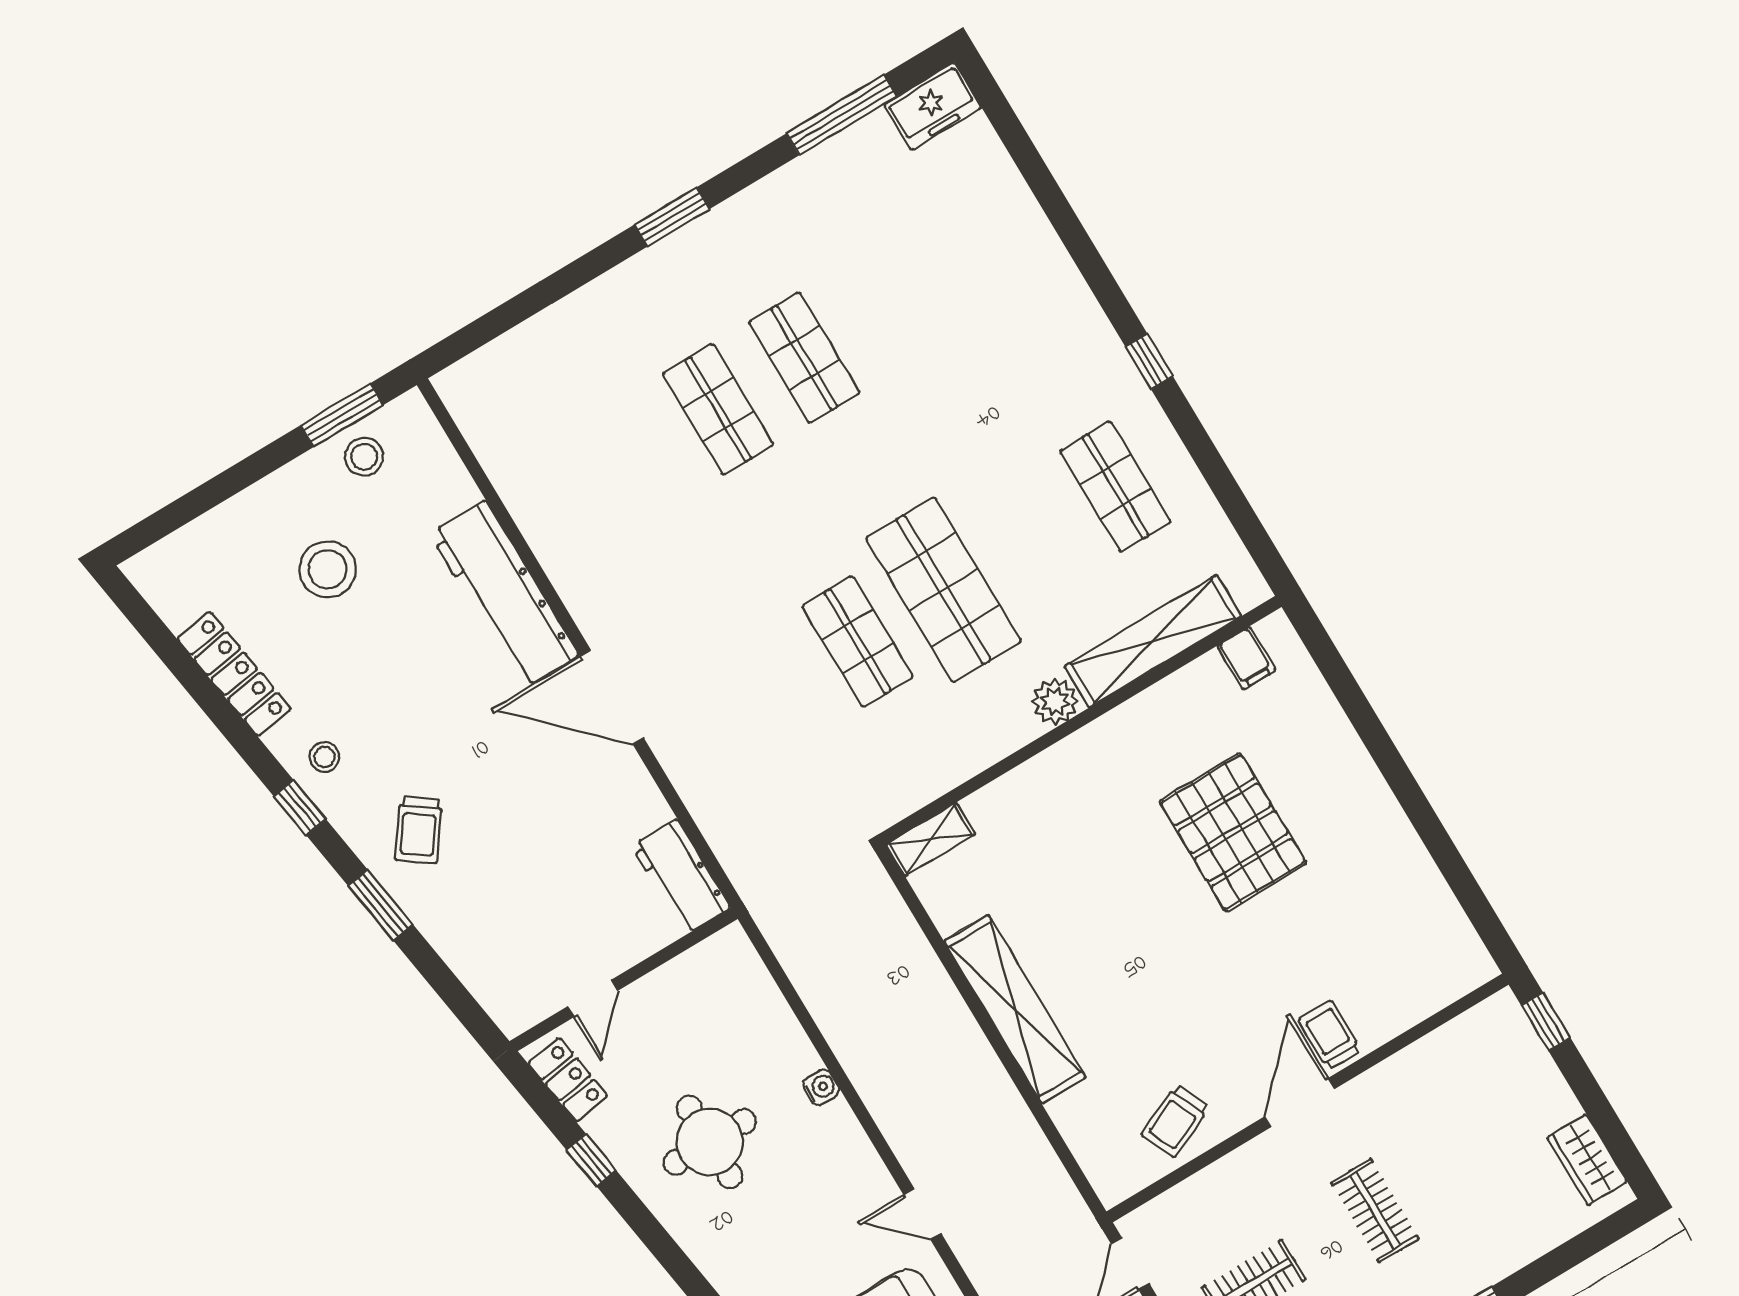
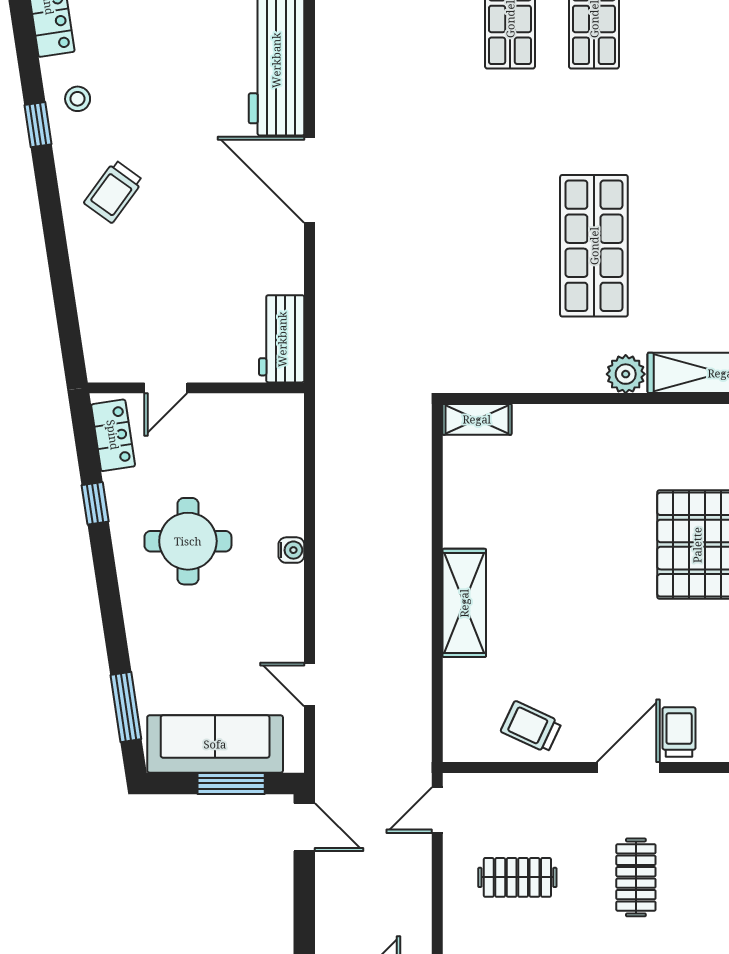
shop shelf: (858, 641) -> (510, 246), removed
window: (381, 905) -> (54, 229), removed
shelving: (1015, 1009) -> (464, 603), width x0.68
trolley: (1175, 1121) -> (531, 727), turned 49

